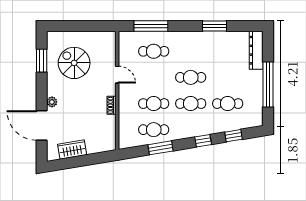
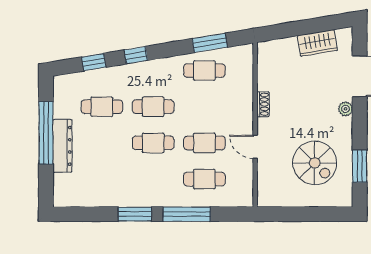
window: (151, 26) -> (187, 214), moved
window: (215, 26) -> (135, 214), moved
dresser: (256, 50) -> (62, 146), moved
cafe table: (154, 104) -> (204, 143), moved
window: (160, 148) -> (210, 43), moved

